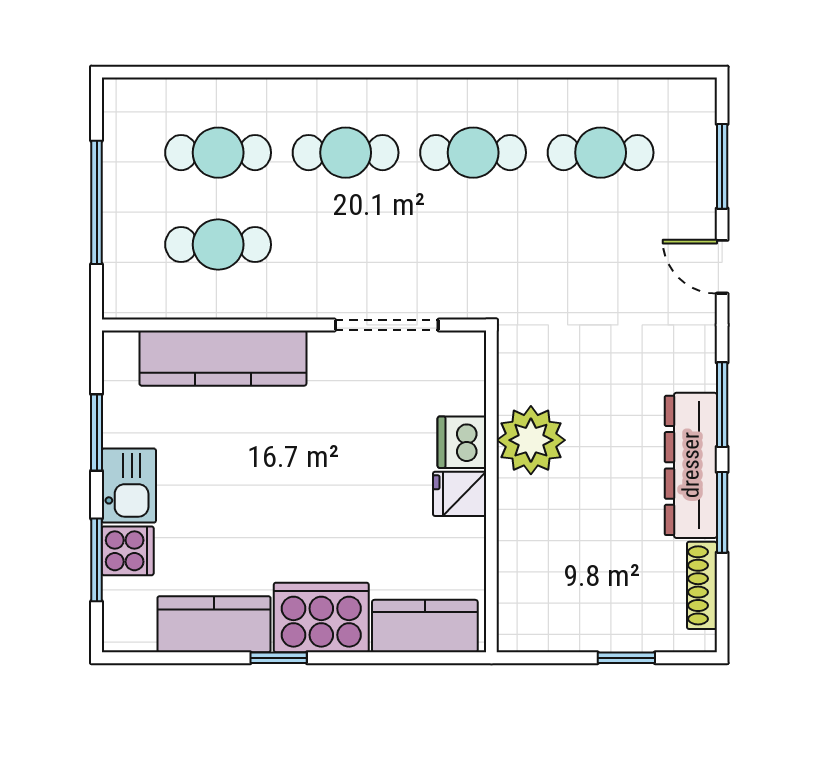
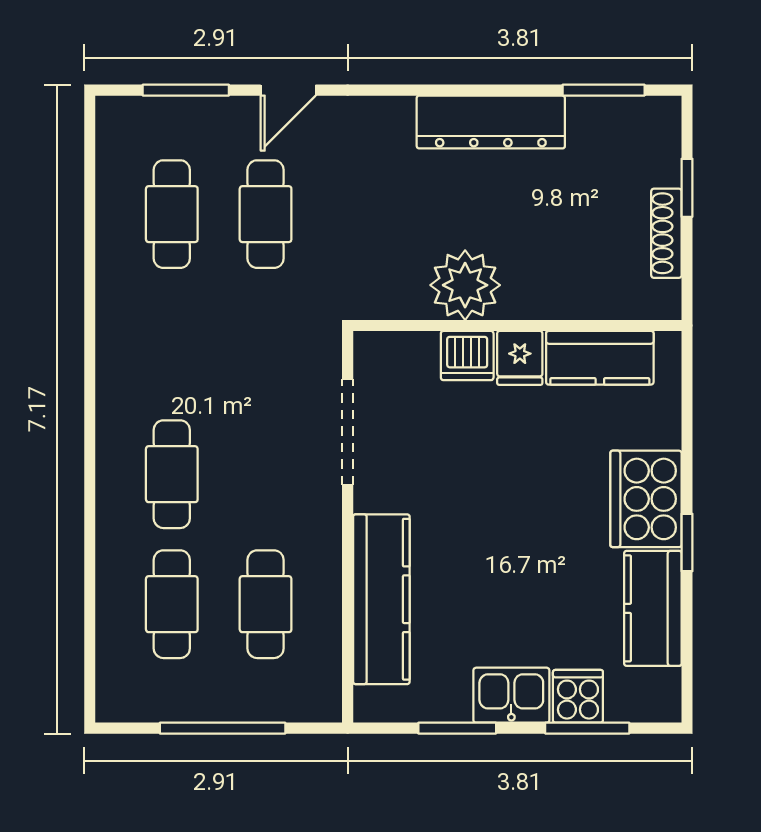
cafe table: (473, 153) -> (266, 214), moved
window: (722, 405) -> (429, 90), removed
window: (722, 512) -> (604, 90), moved
shoe rack: (702, 585) -> (666, 233), moved, turned 90
kitchen counter: (425, 626) -> (600, 358), moved, turned -90

